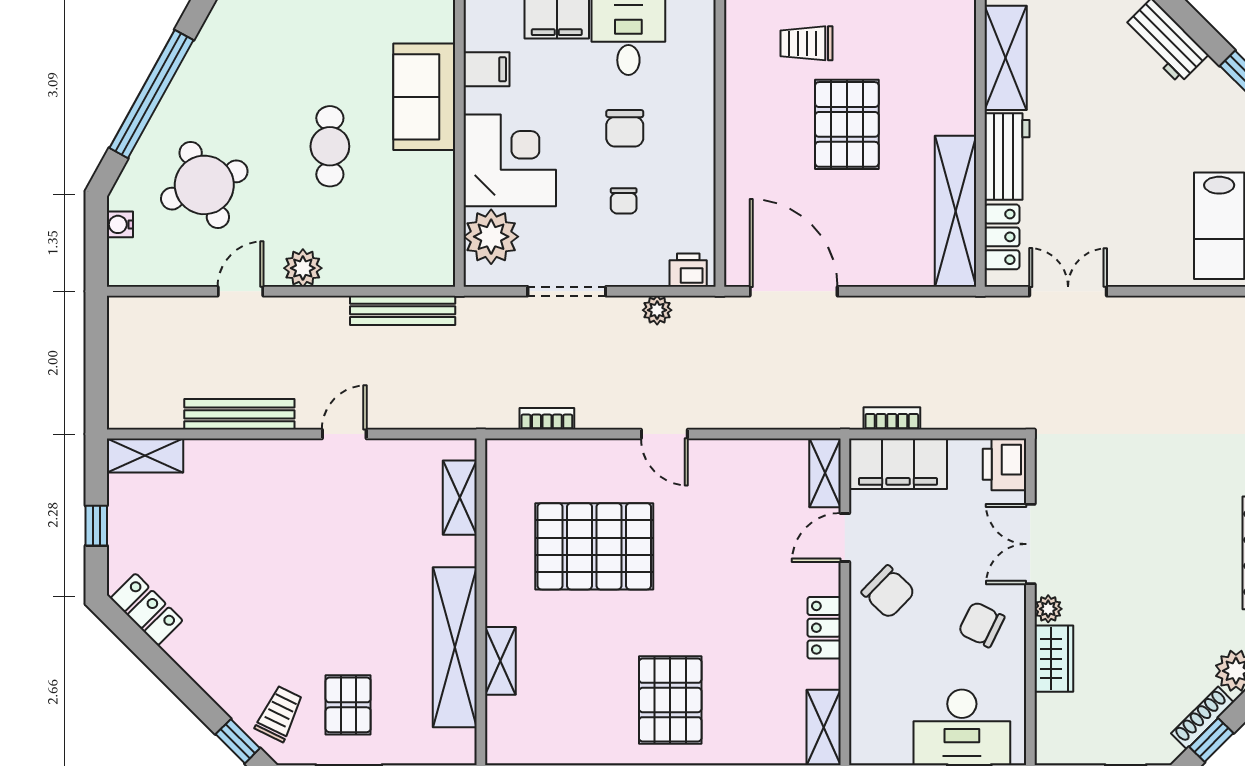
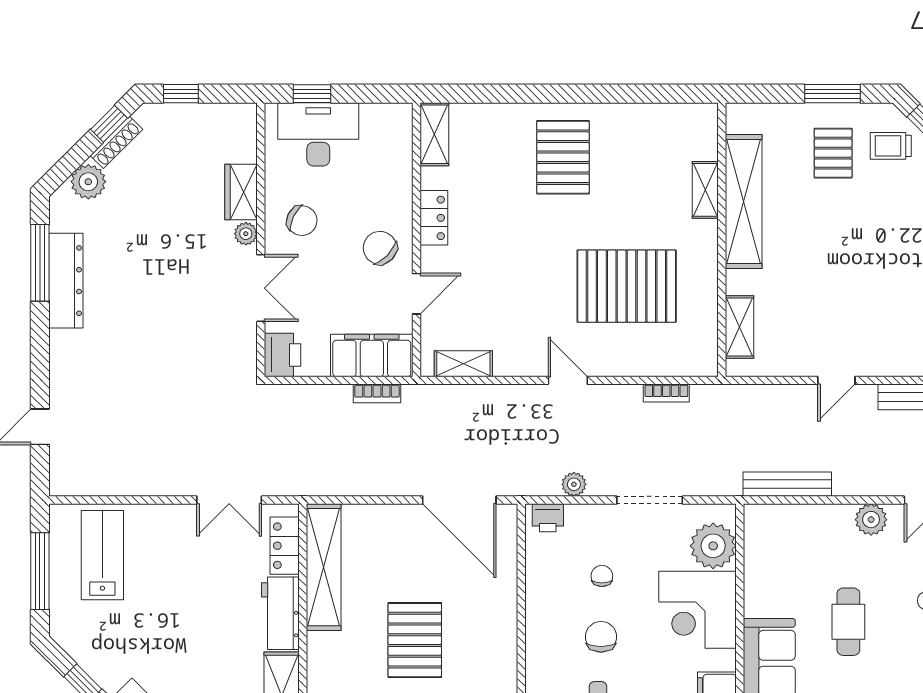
shelving: (825, 473) -> (463, 364), moved, turned 90
trolley: (279, 714) -> (891, 146), turned 64

